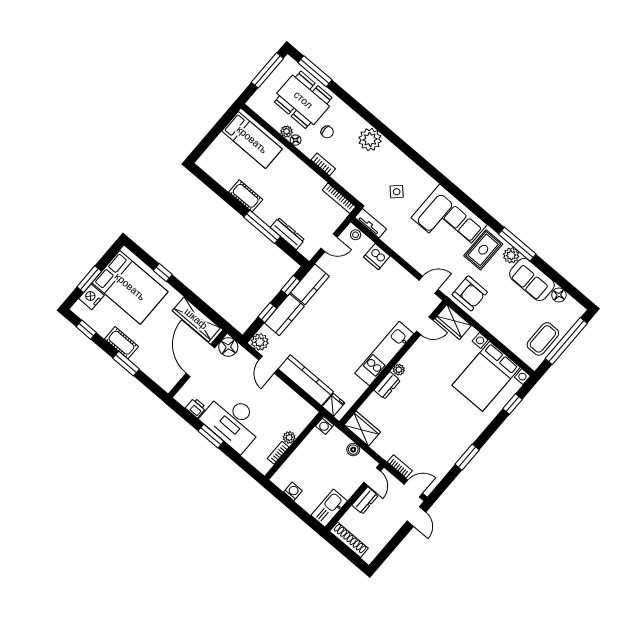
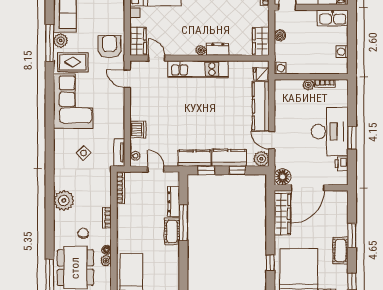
cot: (246, 196) -> (172, 231), moved
door: (268, 365) -> (272, 140), swing flipped

